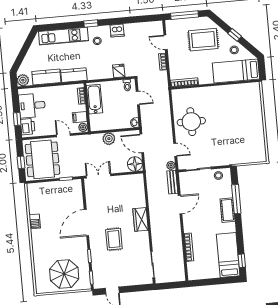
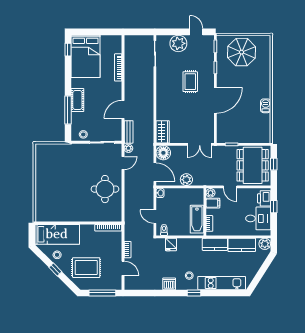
door: (175, 150) -> (123, 163), swing flipped
wardrobe: (141, 219) -> (163, 132), moved
bed: (228, 255) -> (86, 56), width x1.50
plant: (130, 277) -> (178, 43), added

